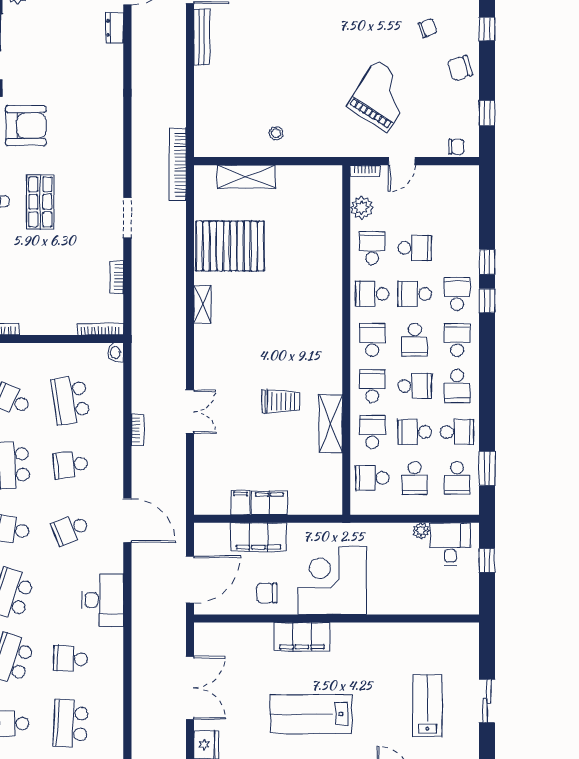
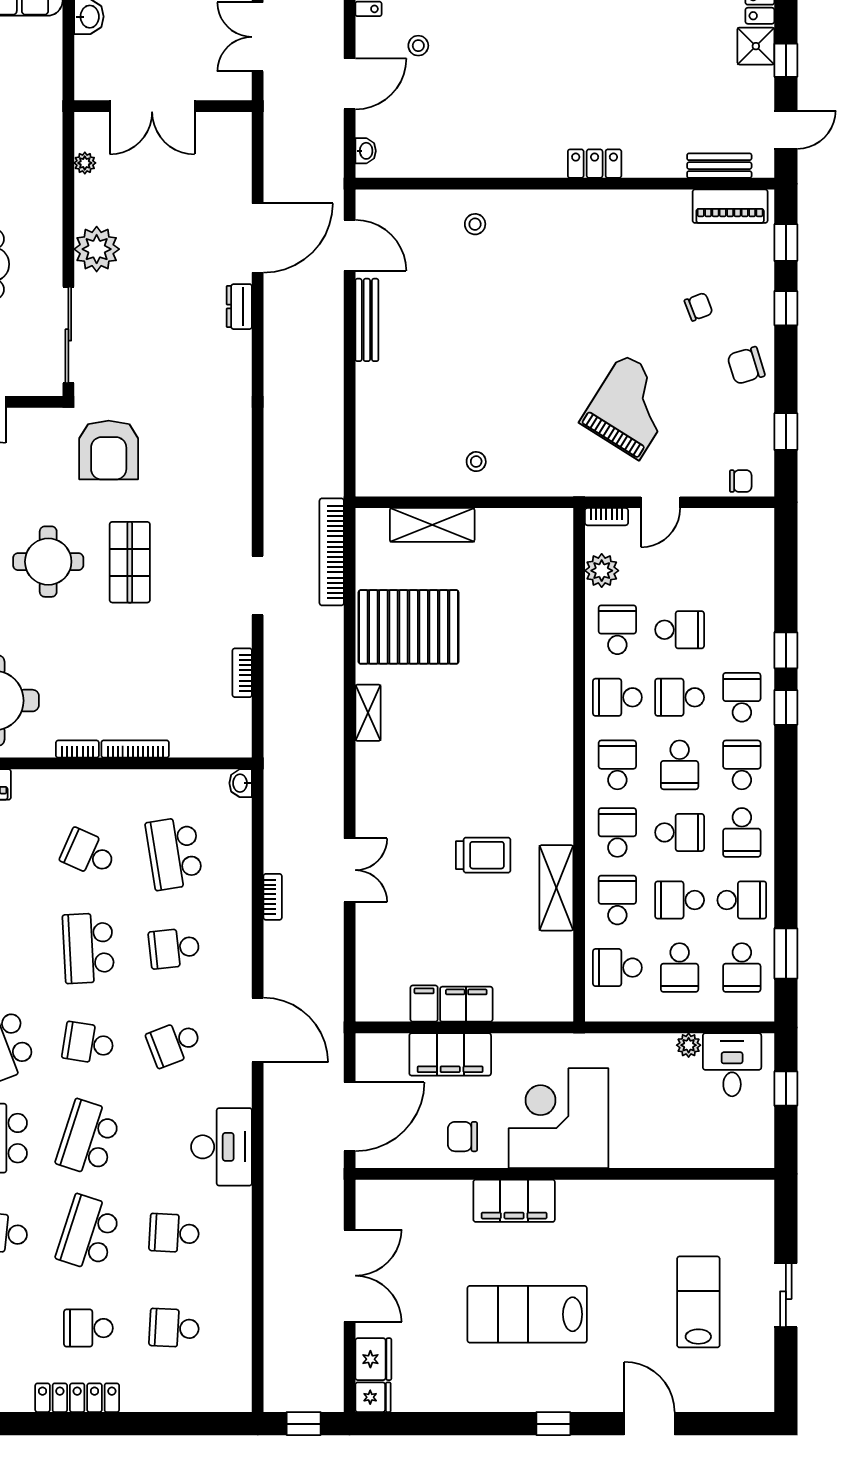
armchair: (26, 126) -> (109, 450), turned 90
bookcase: (178, 165) -> (332, 552), moved
bookcase: (100, 329) -> (135, 749), moved
school desk: (71, 723) -> (174, 1328), width x0.54

